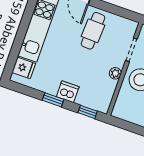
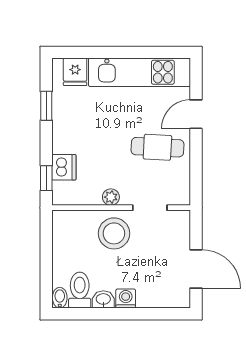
dishwasher: (68, 92) -> (64, 167), moved
window: (53, 100) -> (46, 106), moved

